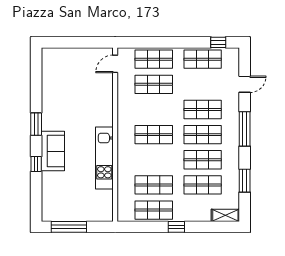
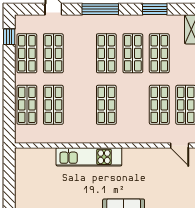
door: (115, 64) -> (180, 145), moved
shop shelf: (203, 109) -> (53, 53), moved
kitchen unit: (104, 158) -> (89, 157), moved

